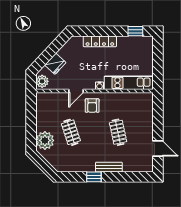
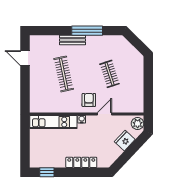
clothes rail: (118, 132) -> (64, 74), width x1.36
plant: (45, 140) -> (135, 66), removed
window: (94, 177) -> (87, 31), width x2.17

